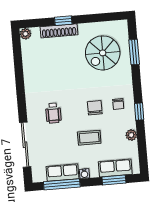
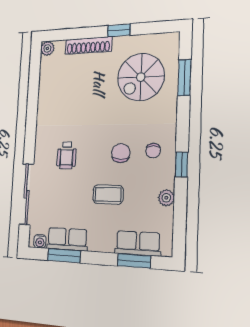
window: (63, 21) -> (119, 30), moved
water cooler: (84, 174) -> (40, 241), moved
window: (62, 184) -> (64, 256), width x0.69

